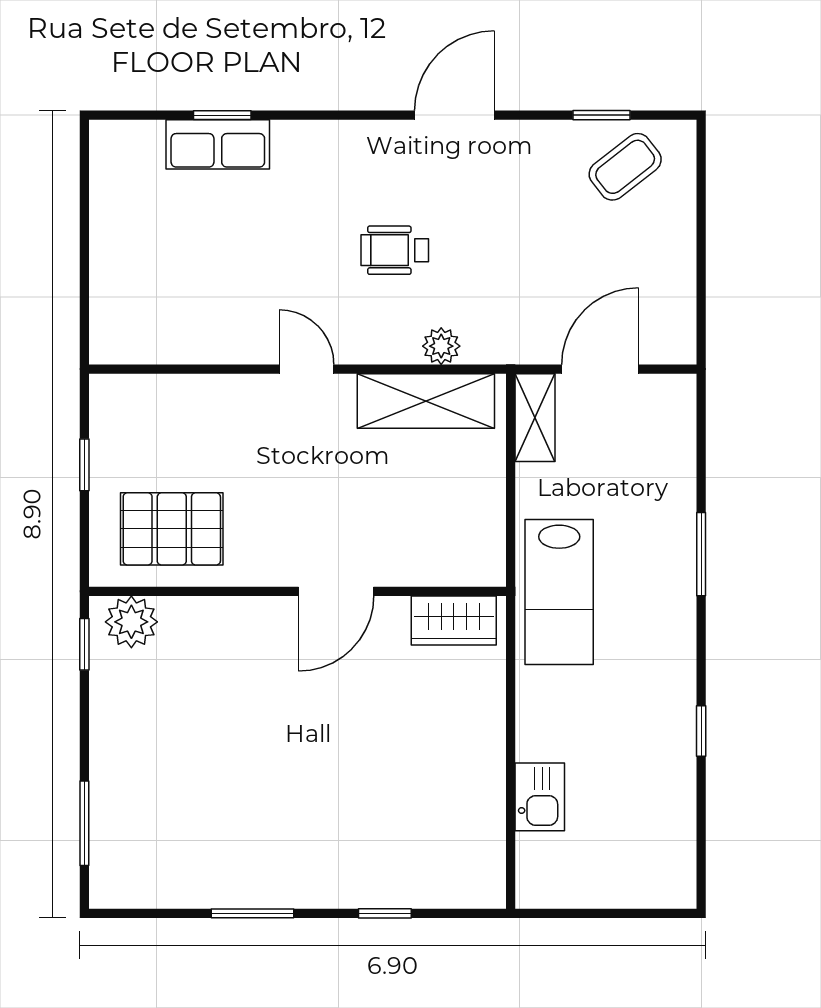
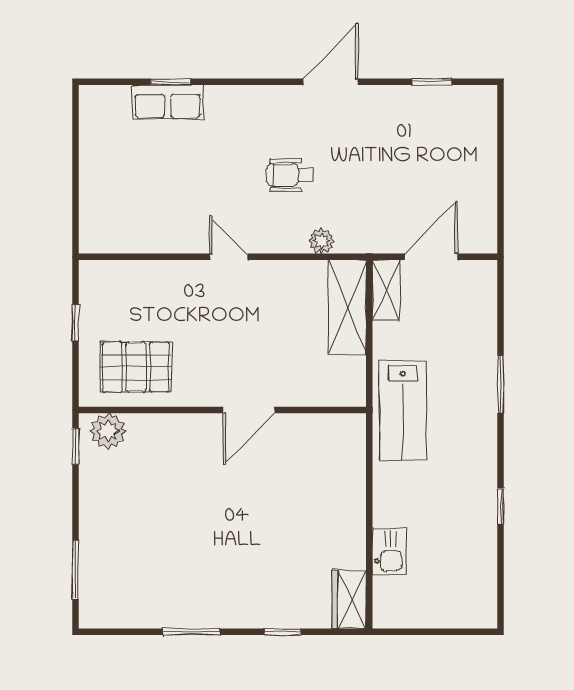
coffee table: (625, 167) -> (448, 117), removed
shelving: (426, 401) -> (347, 307), moved, turned 90
wardrobe: (454, 620) -> (349, 600), moved, turned 90

